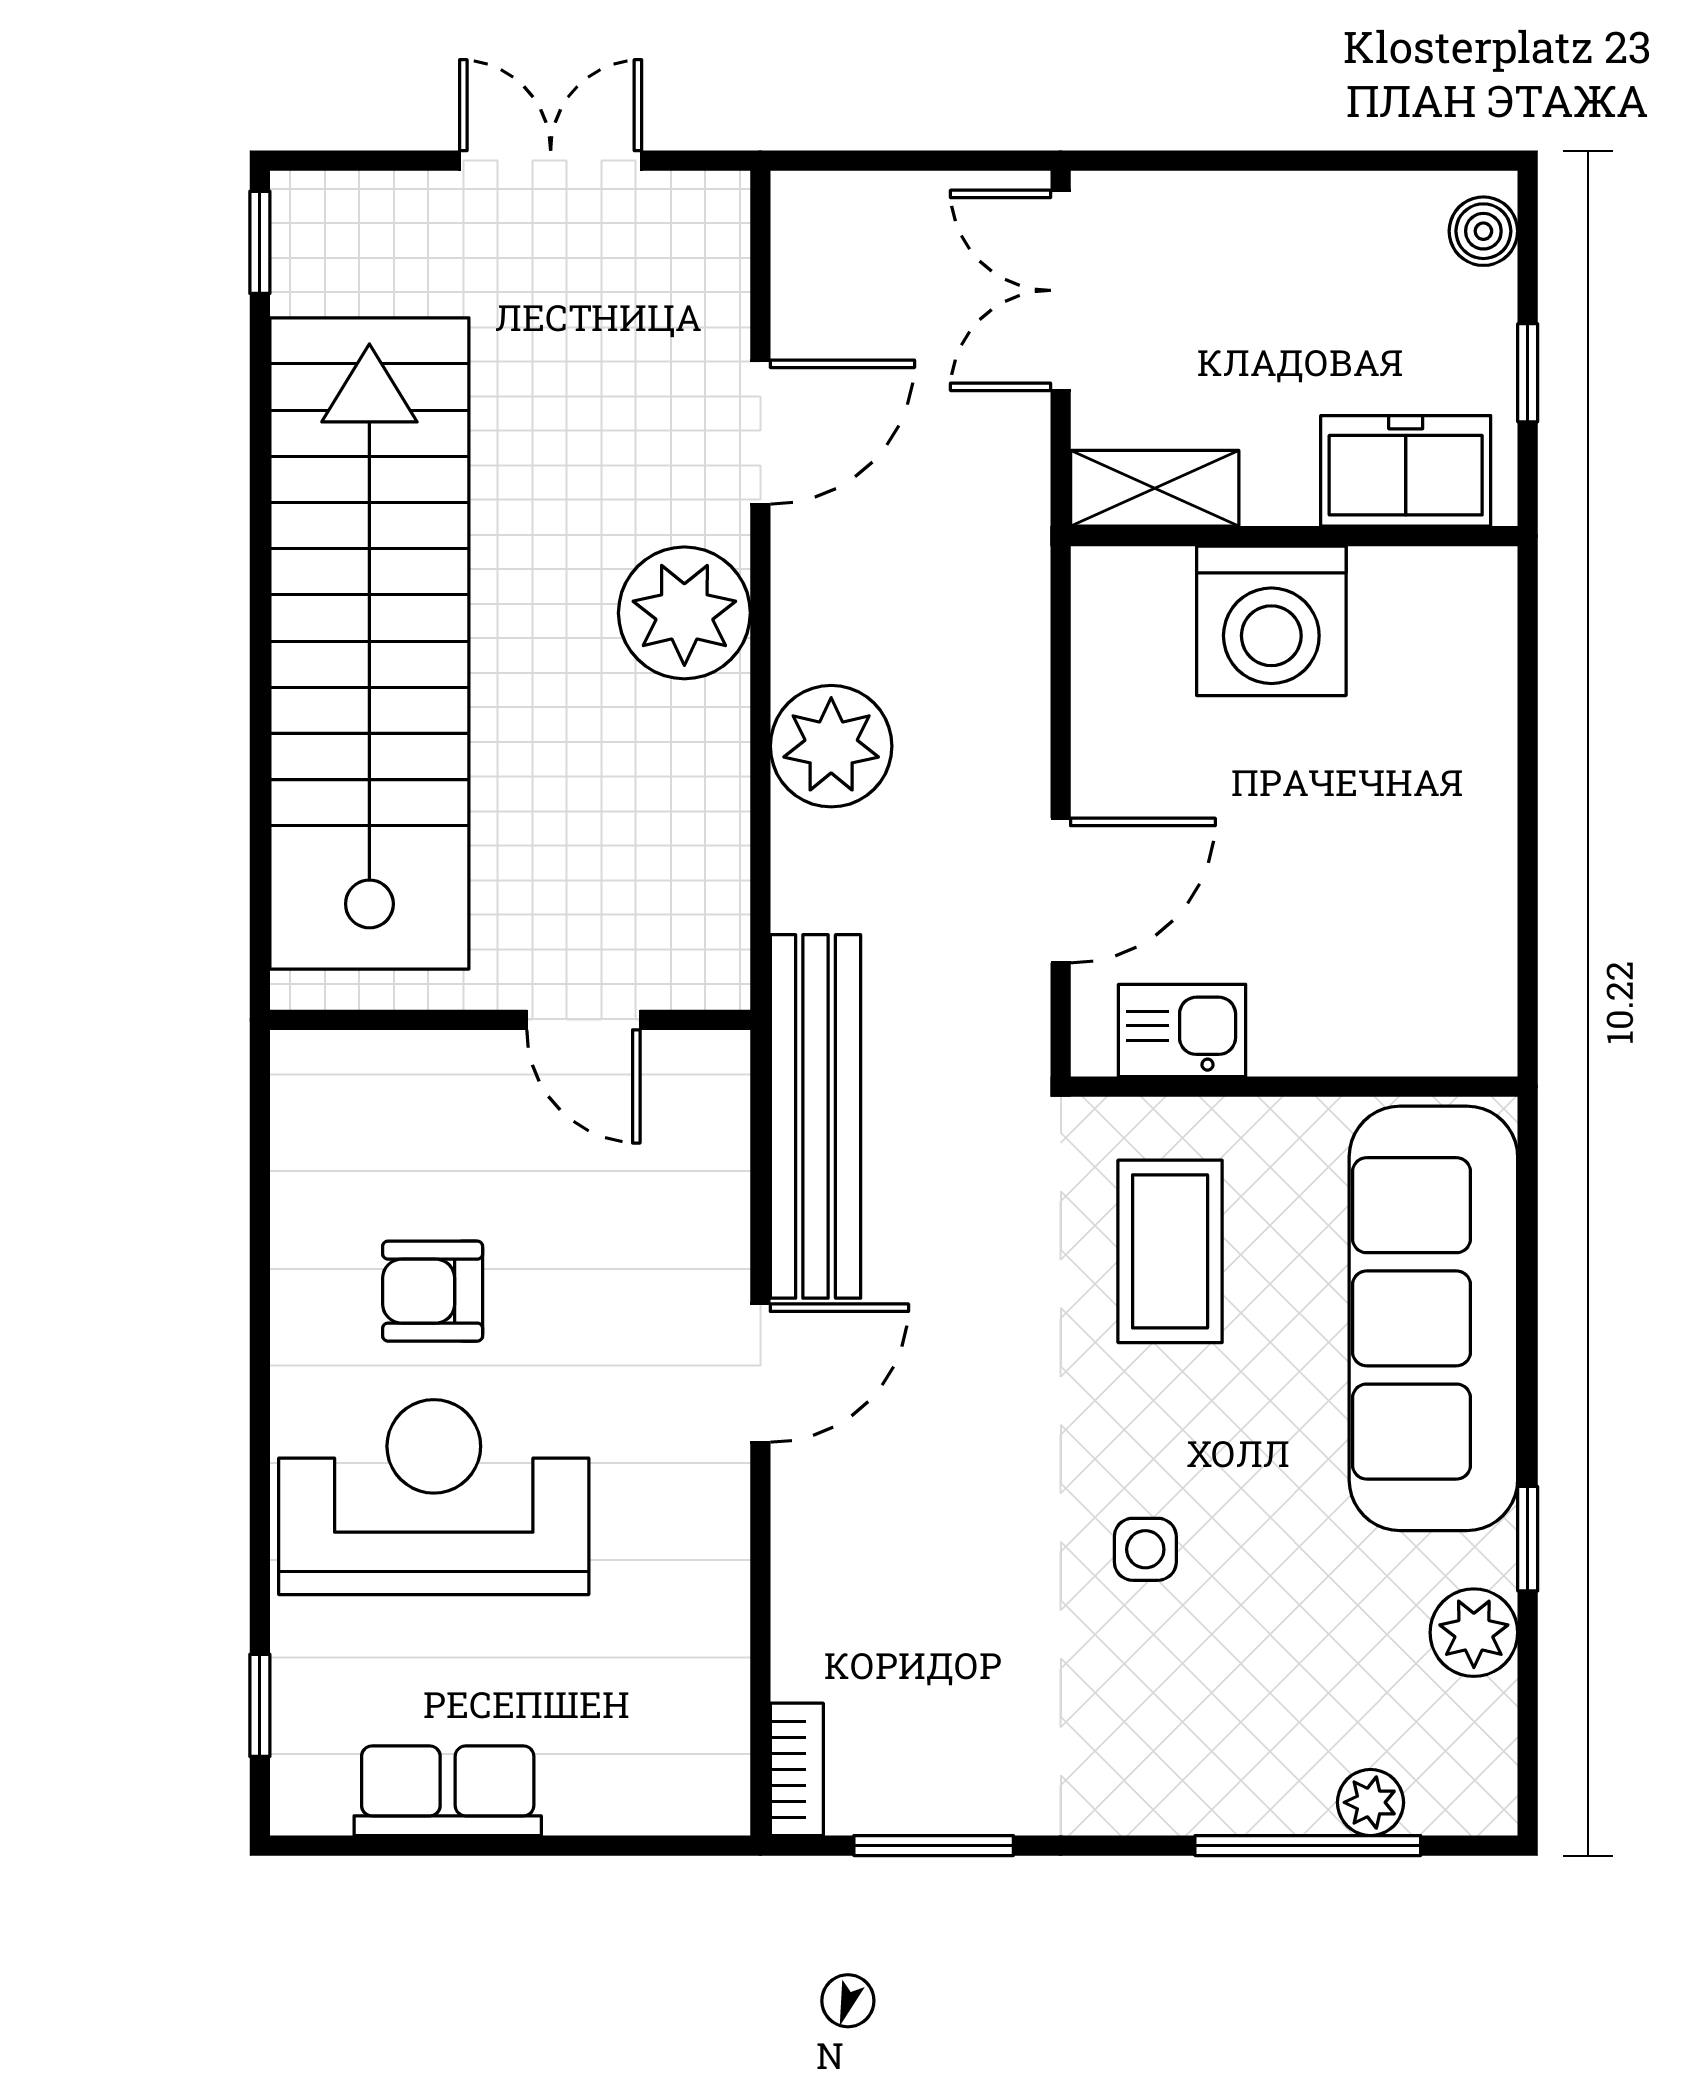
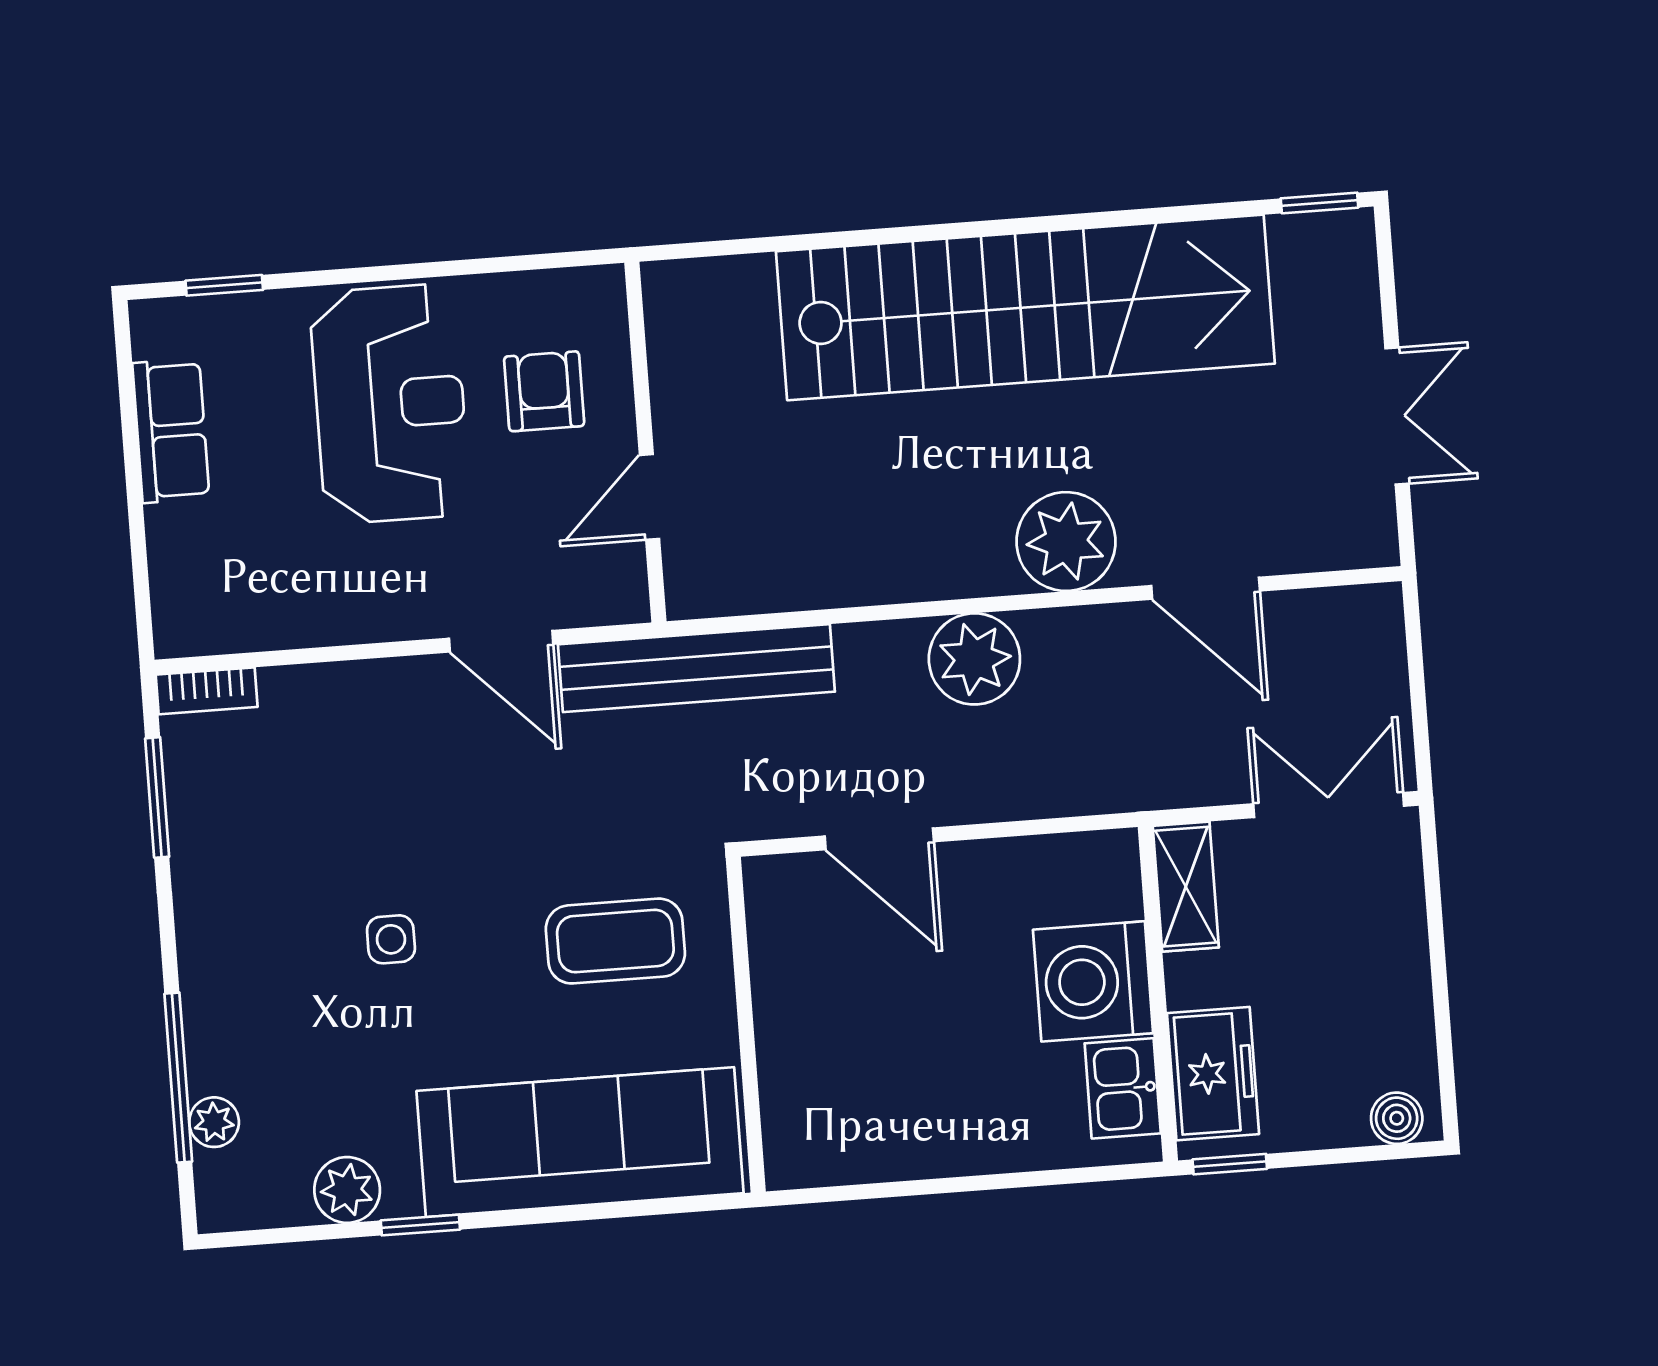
window: (1528, 373) -> (1230, 1164), moved
wall: (510, 1020) -> (645, 442), moved
door: (583, 1020) -> (650, 497), moved
kitchen sink: (1182, 1030) -> (1123, 1088), moved, turned 180

